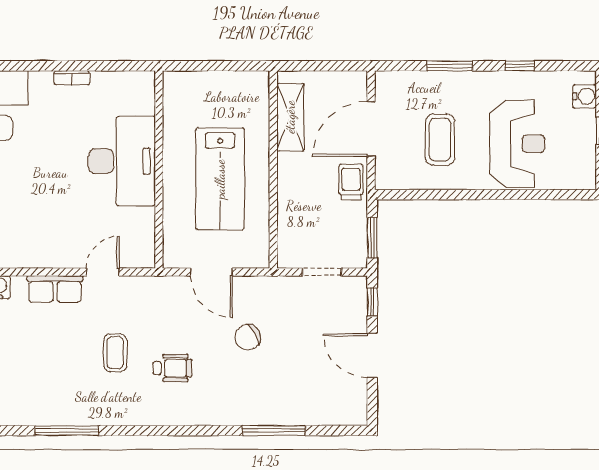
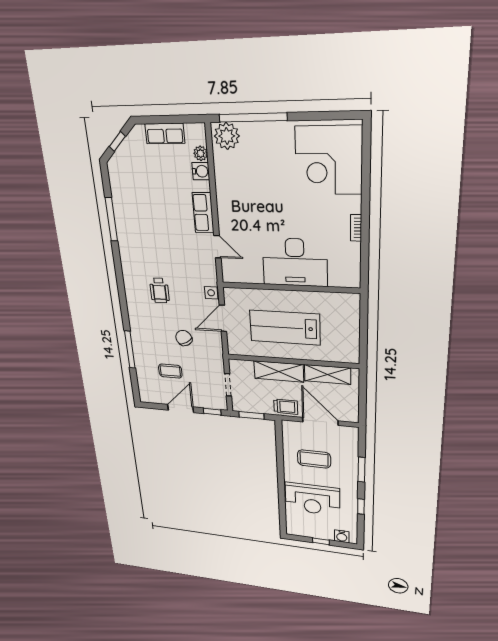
shelving: (292, 191) -> (279, 371), added
side table: (172, 287) -> (211, 293), added
coffee table: (115, 353) -> (170, 371), moved

